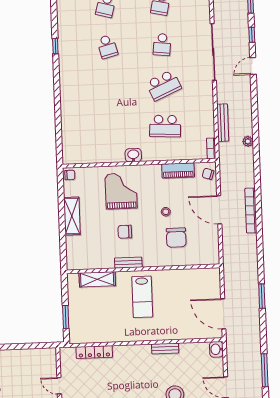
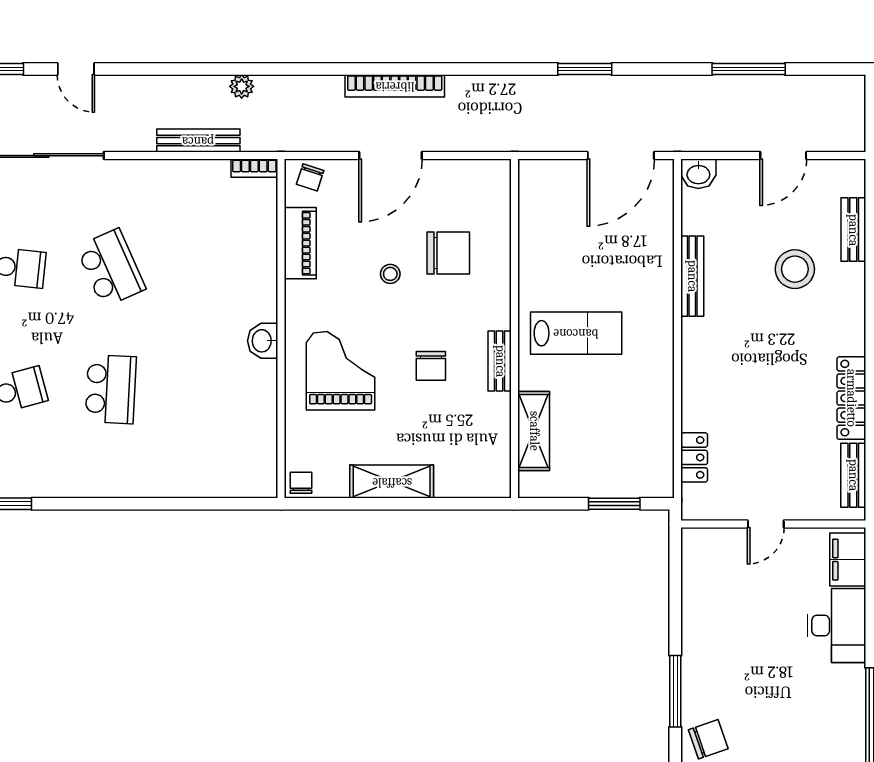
school desk: (165, 126) -> (111, 389), moved
grand piano: (121, 191) -> (341, 371), turned 90
bench: (165, 348) -> (692, 276), width x1.36
locker: (94, 352) -> (694, 457), width x0.66

